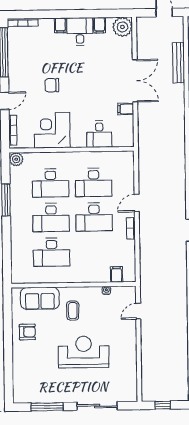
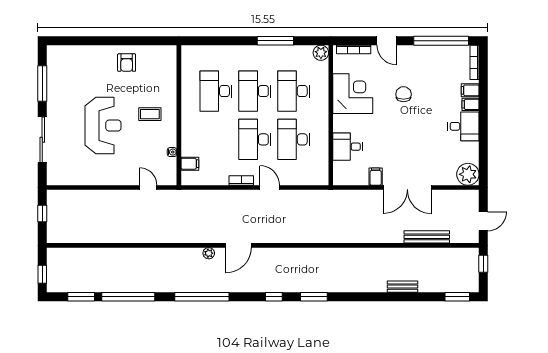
filing cabinet: (100, 25) -> (470, 90), moved
sofa: (40, 298) -> (164, 77), removed

